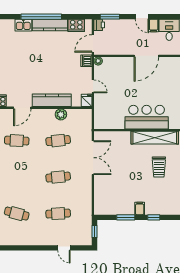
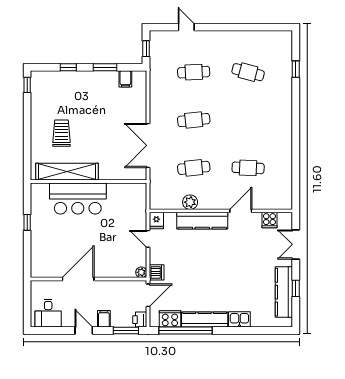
window: (41, 17) -> (185, 331), moved
filing cabinet: (154, 26) -> (104, 319), moved
filing cabinet: (140, 208) -> (125, 79), moved

